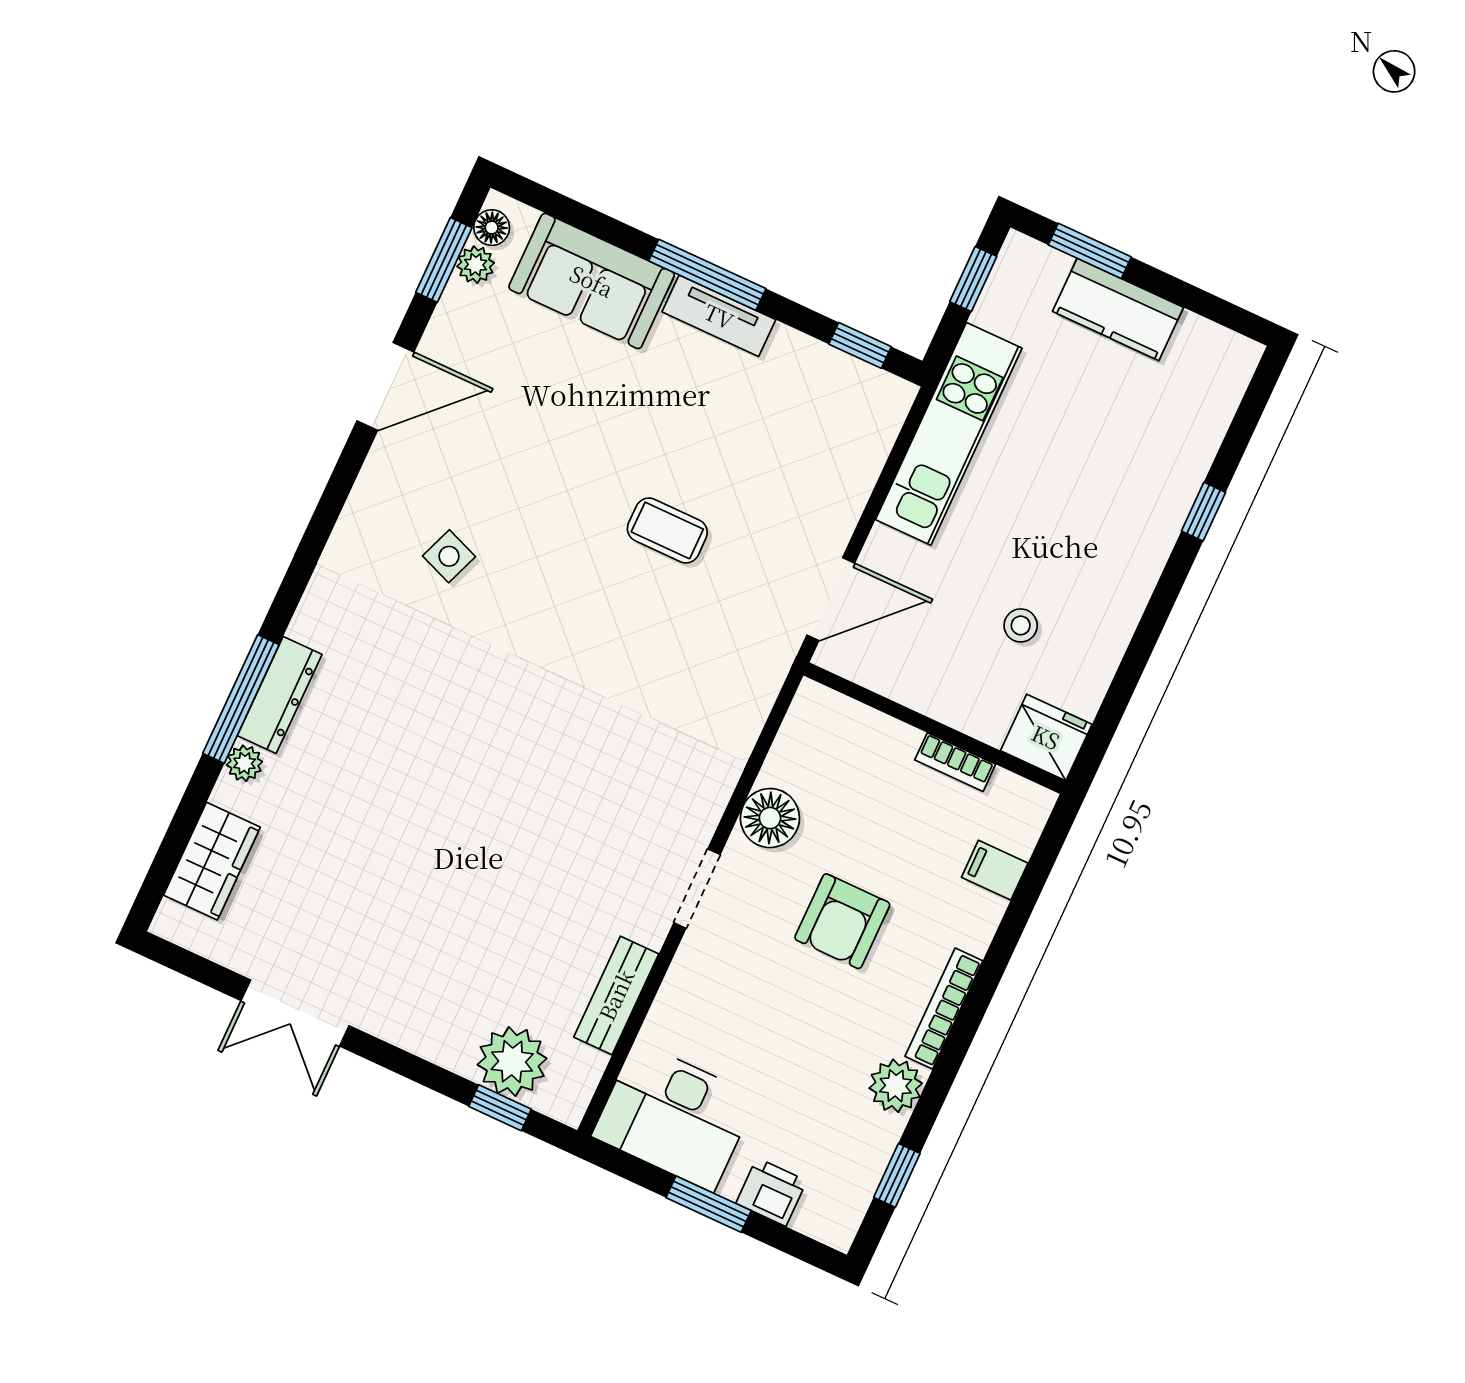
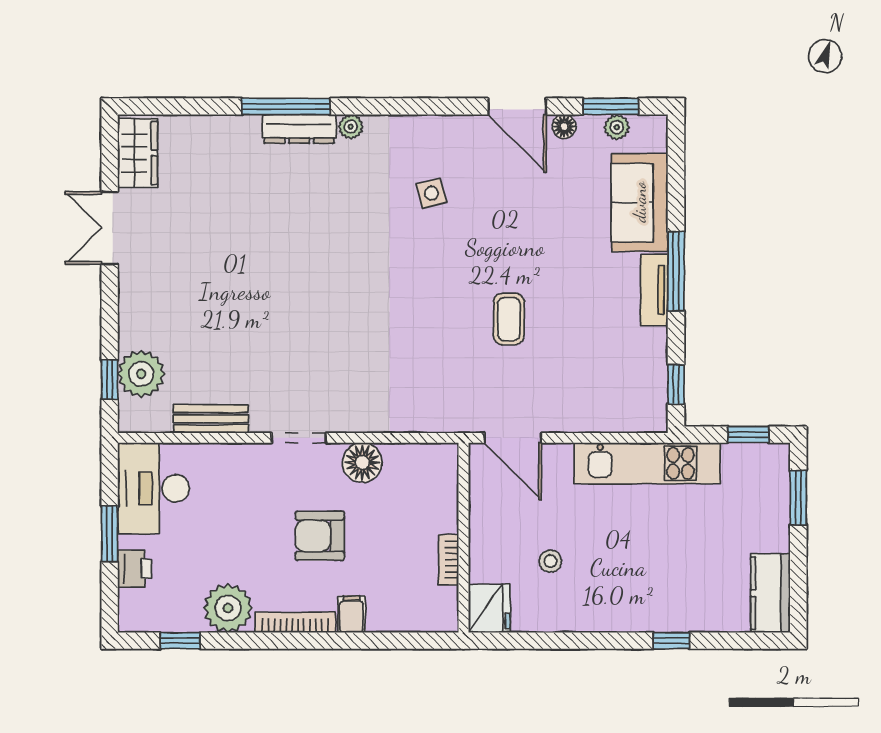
floor lamp: (492, 228) -> (564, 126), moved
kitchen counter: (1118, 309) -> (770, 593), moved
side table: (449, 556) -> (432, 193), turned -36
plant: (244, 763) -> (351, 127), moved
wardrobe: (212, 861) -> (138, 153), moved, turned -90
filing cabinet: (995, 870) -> (352, 614), moved
plant: (896, 1086) -> (228, 608), width x1.36, depth x1.36

